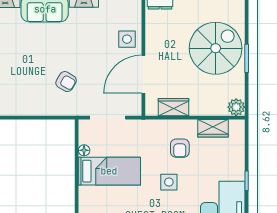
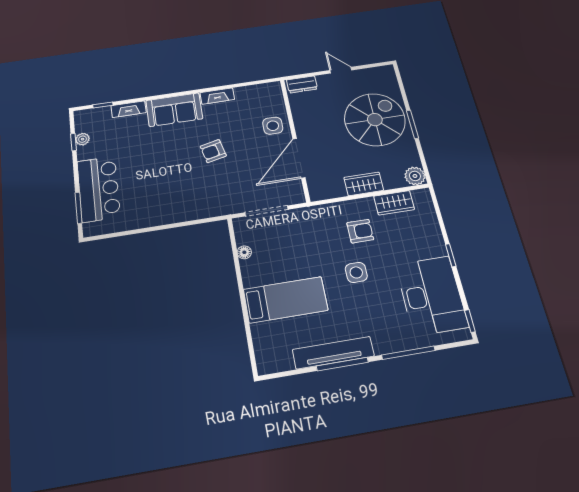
armchair: (66, 82) -> (213, 151), moved, turned 136
wardrobe: (174, 107) -> (364, 184), moved
armchair: (180, 148) -> (360, 231), turned -90
bed: (109, 171) -> (285, 300), moved

